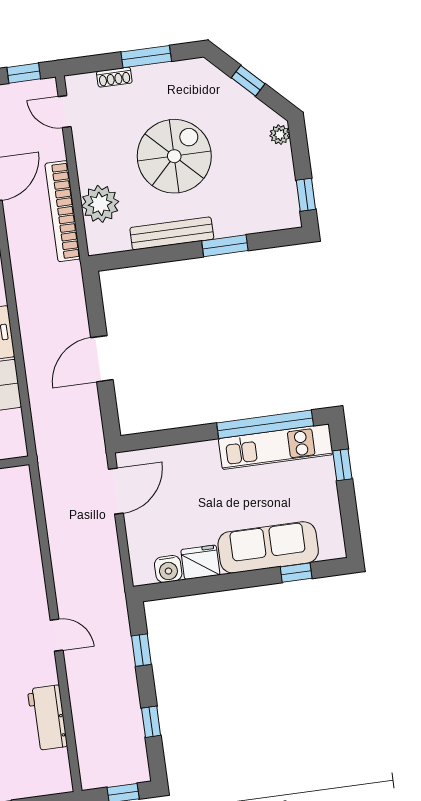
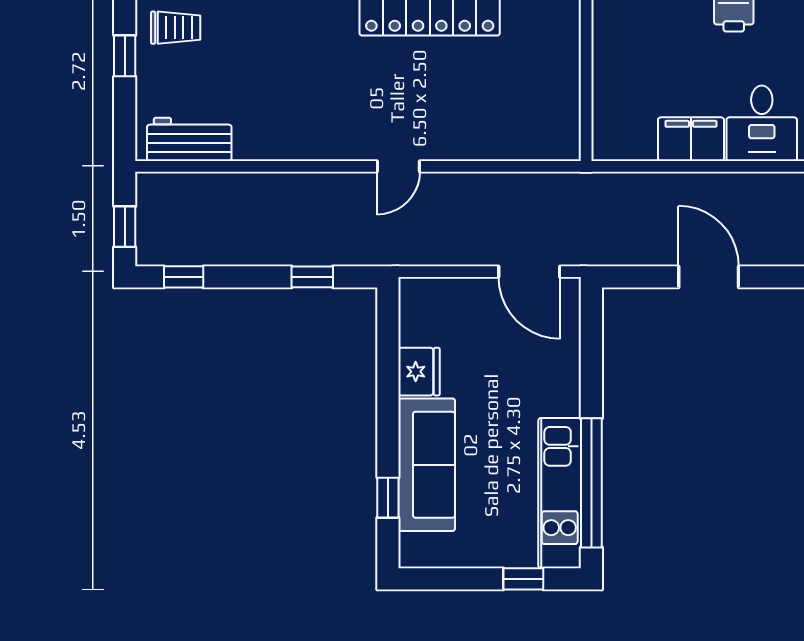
water cooler: (168, 569) -> (416, 327), removed
door: (57, 635) -> (398, 166), moved
workbench: (47, 718) -> (189, 139), moved
window: (151, 722) -> (184, 277), moved

